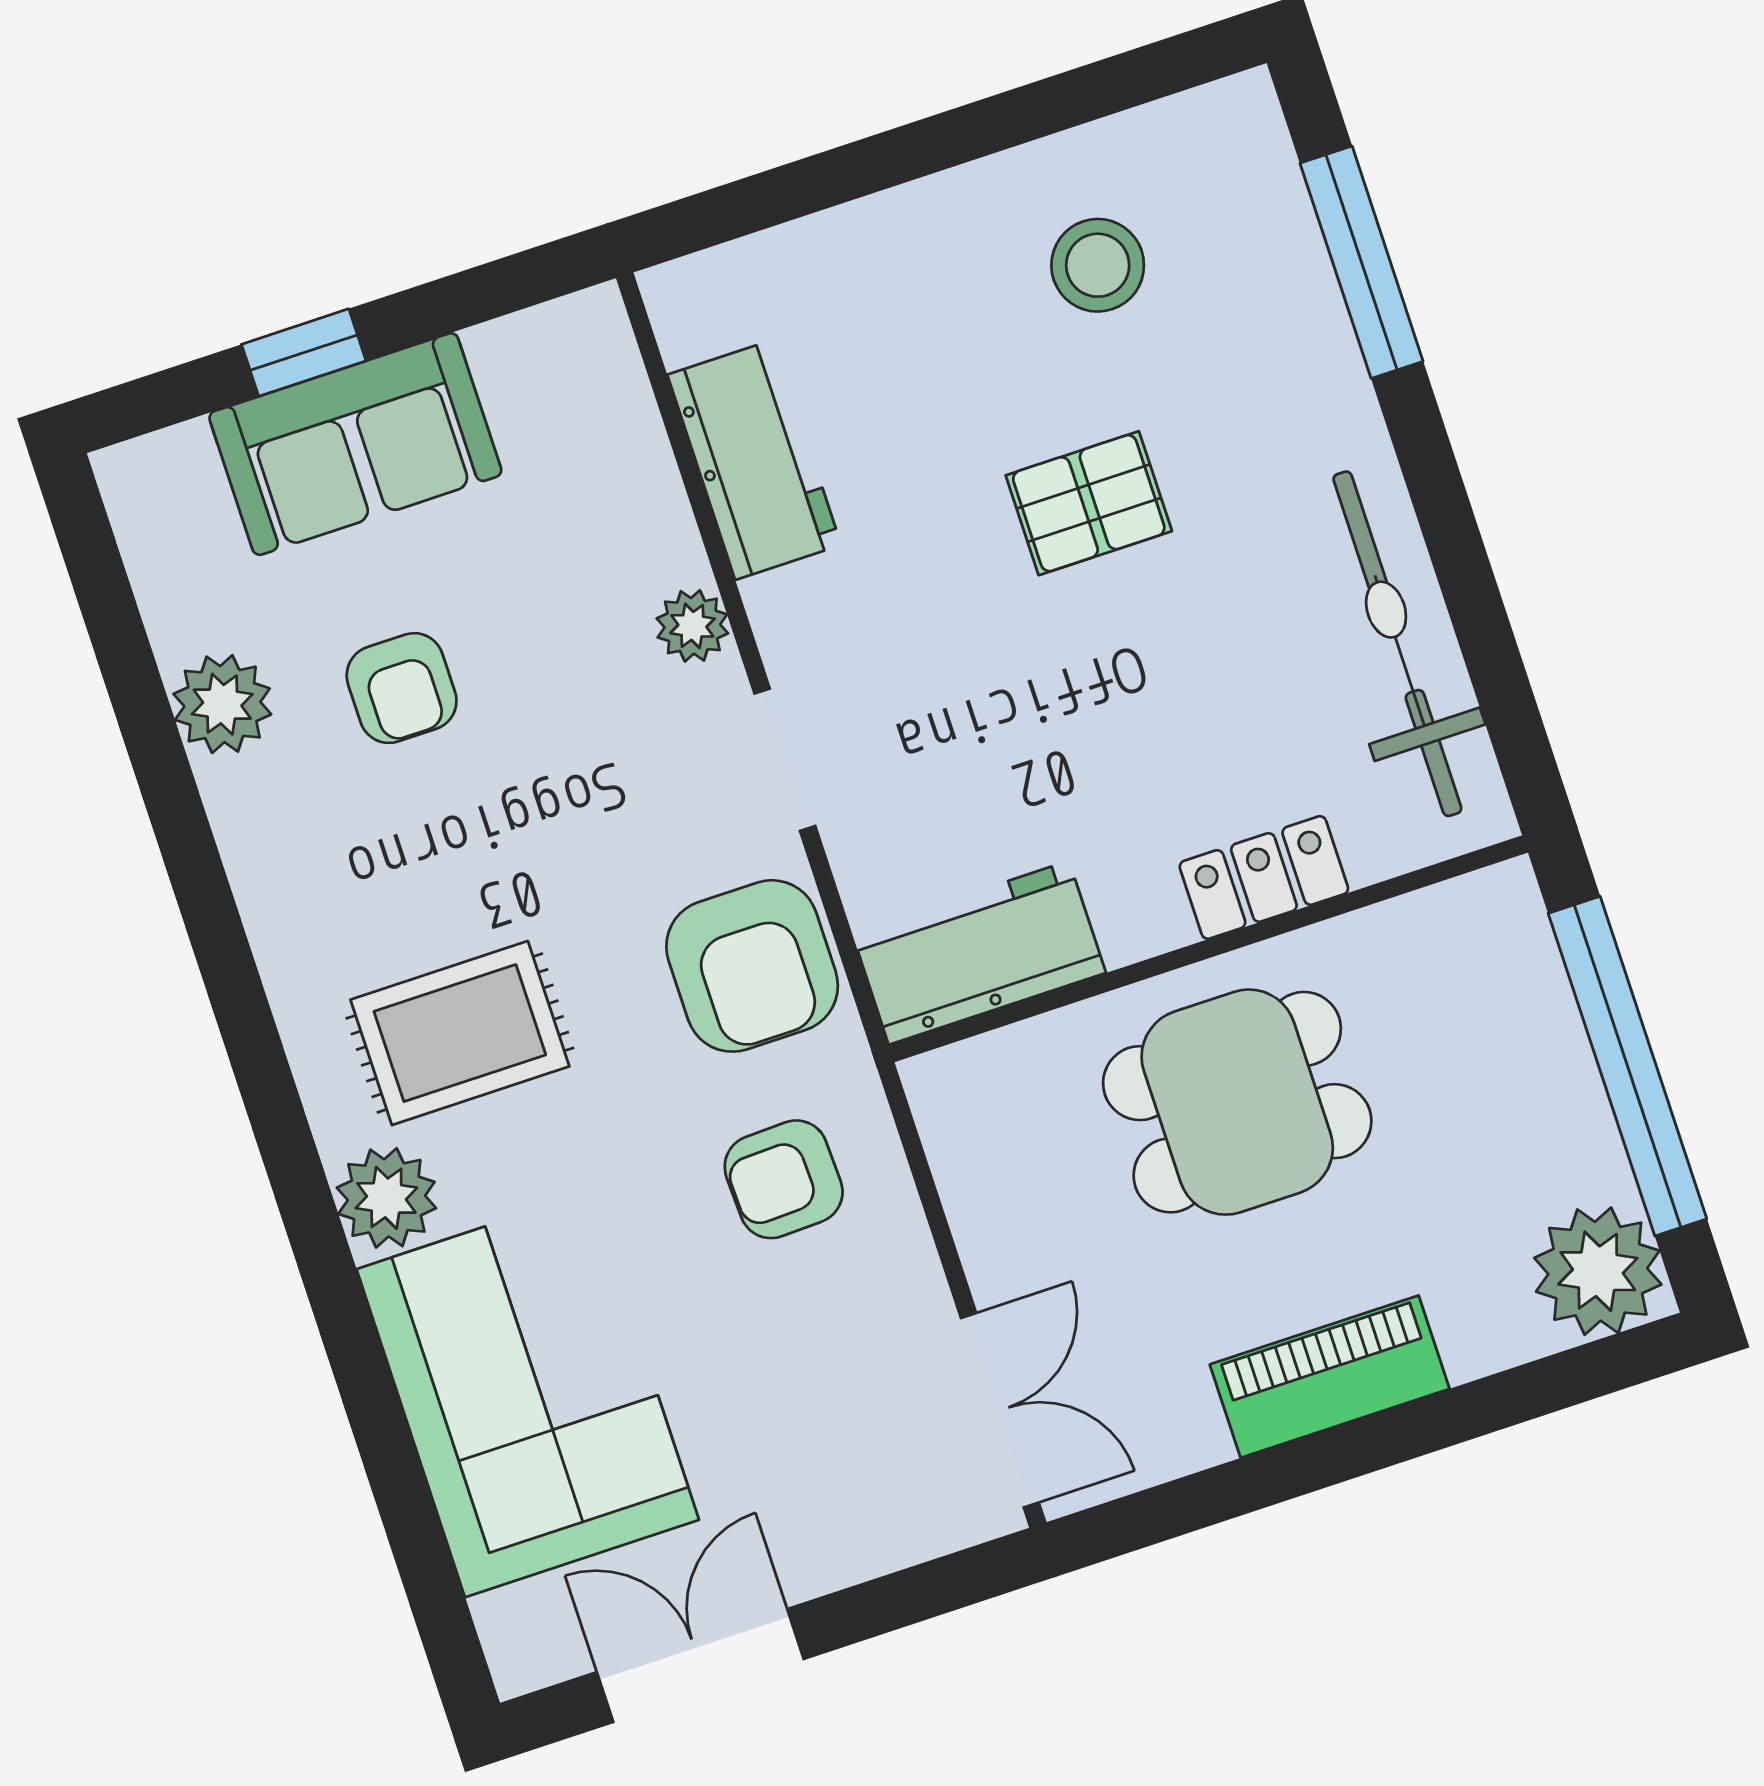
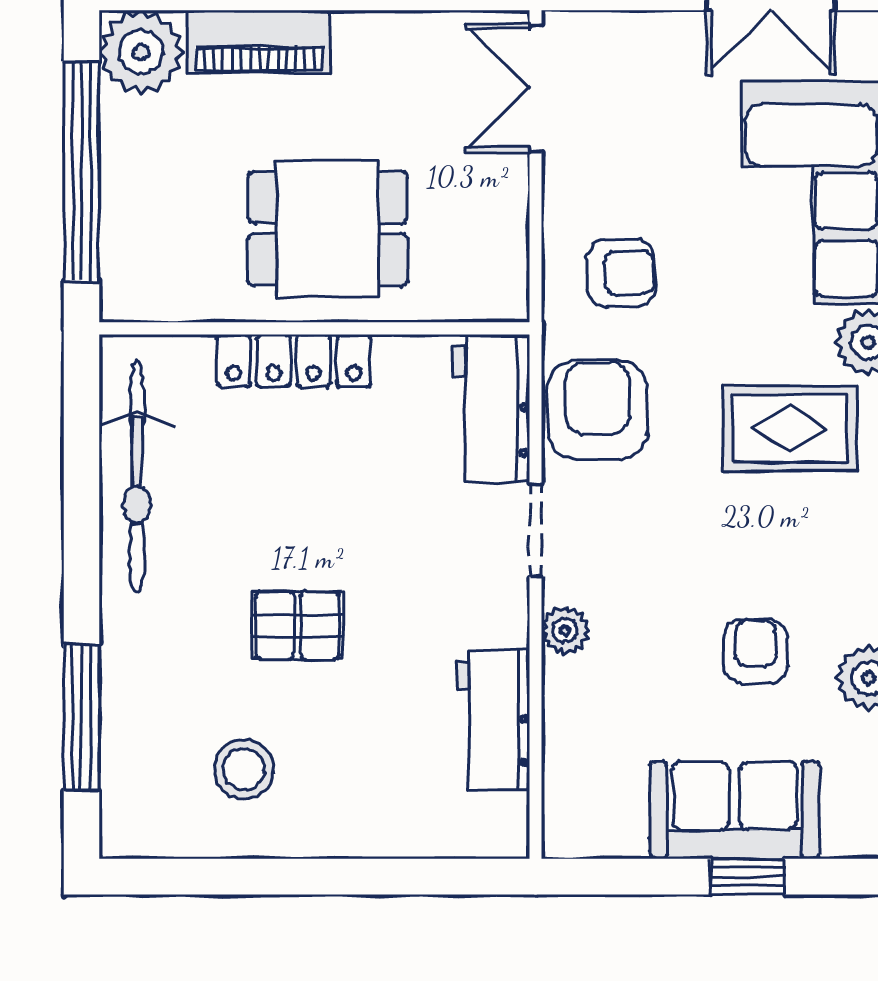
locker: (1264, 878) -> (294, 361), width x1.53
workbench: (979, 953) -> (491, 408), moved, turned 90
piano: (1330, 1377) -> (259, 42), moved

